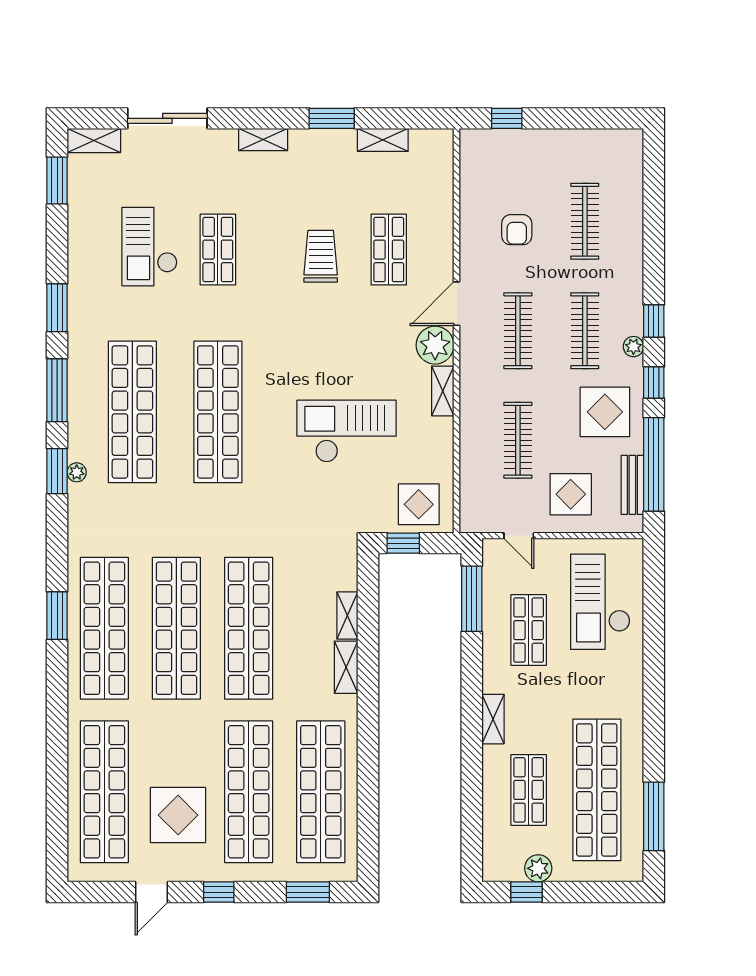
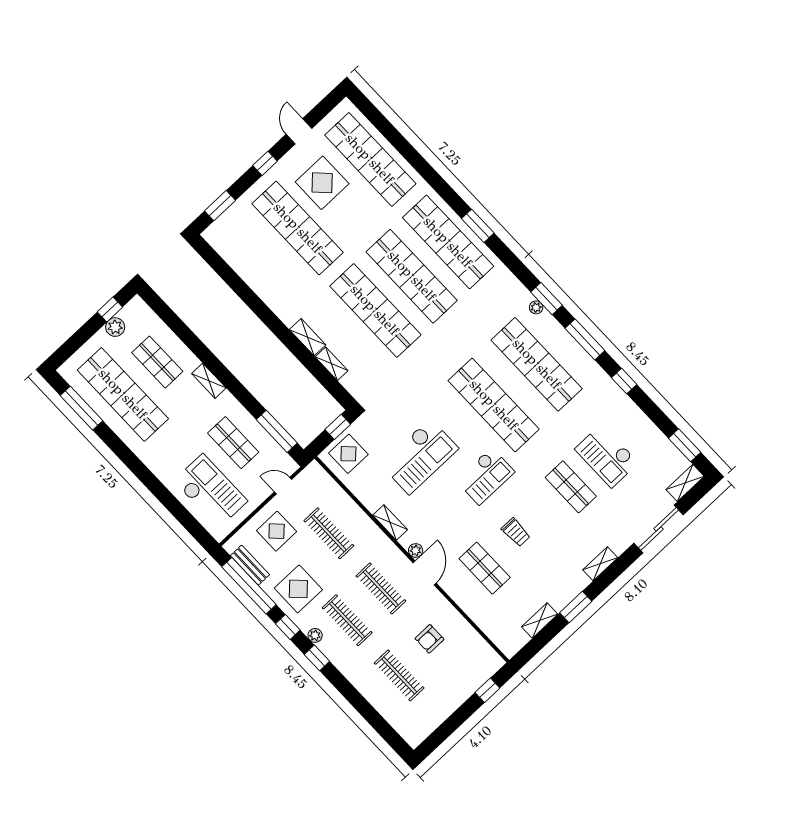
armchair: (517, 230) -> (429, 639), turned -90
checkout: (150, 247) -> (607, 456), turned 180
trolley: (321, 256) -> (516, 532), width x0.73, depth x0.72
window: (57, 308) -> (624, 381), width x0.67
checkout: (297, 345) -> (485, 476), added
plant: (435, 345) -> (416, 551), width x0.53, depth x0.53
shop shelf: (321, 792) -> (261, 262), removed

